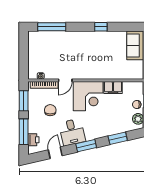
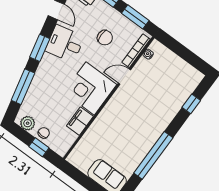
window: (52, 27) -> (191, 104), width x0.46
window: (101, 27) -> (153, 155), width x3.17
door: (65, 80) -> (124, 77), hinge flipped
window: (118, 138) -> (23, 87), width x1.44

